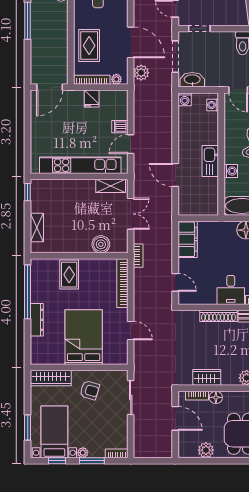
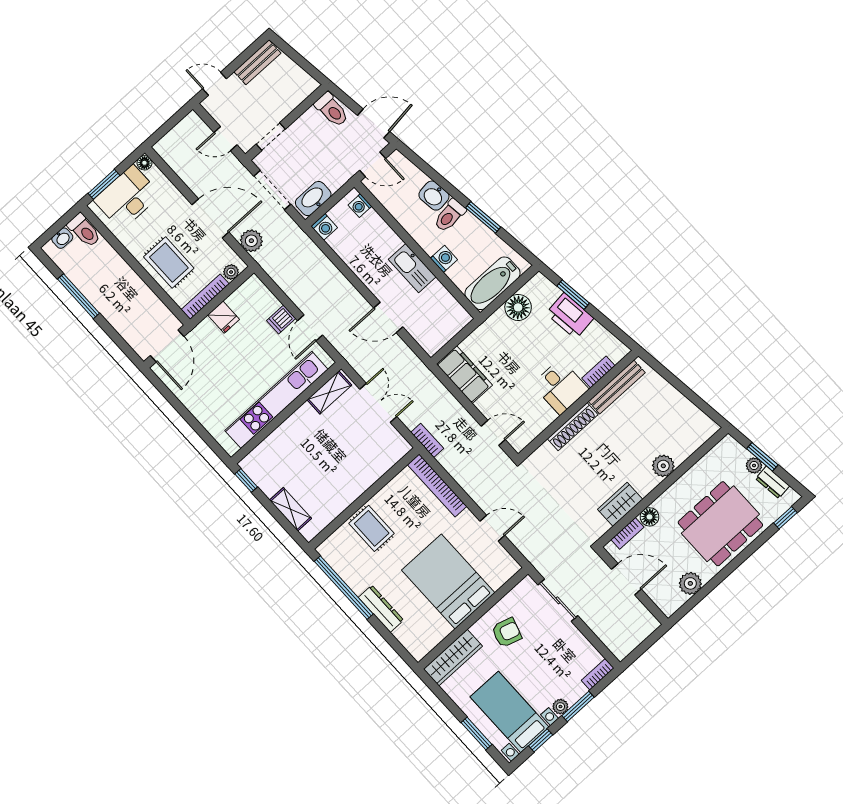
boiler: (101, 244) -> (376, 465), removed

